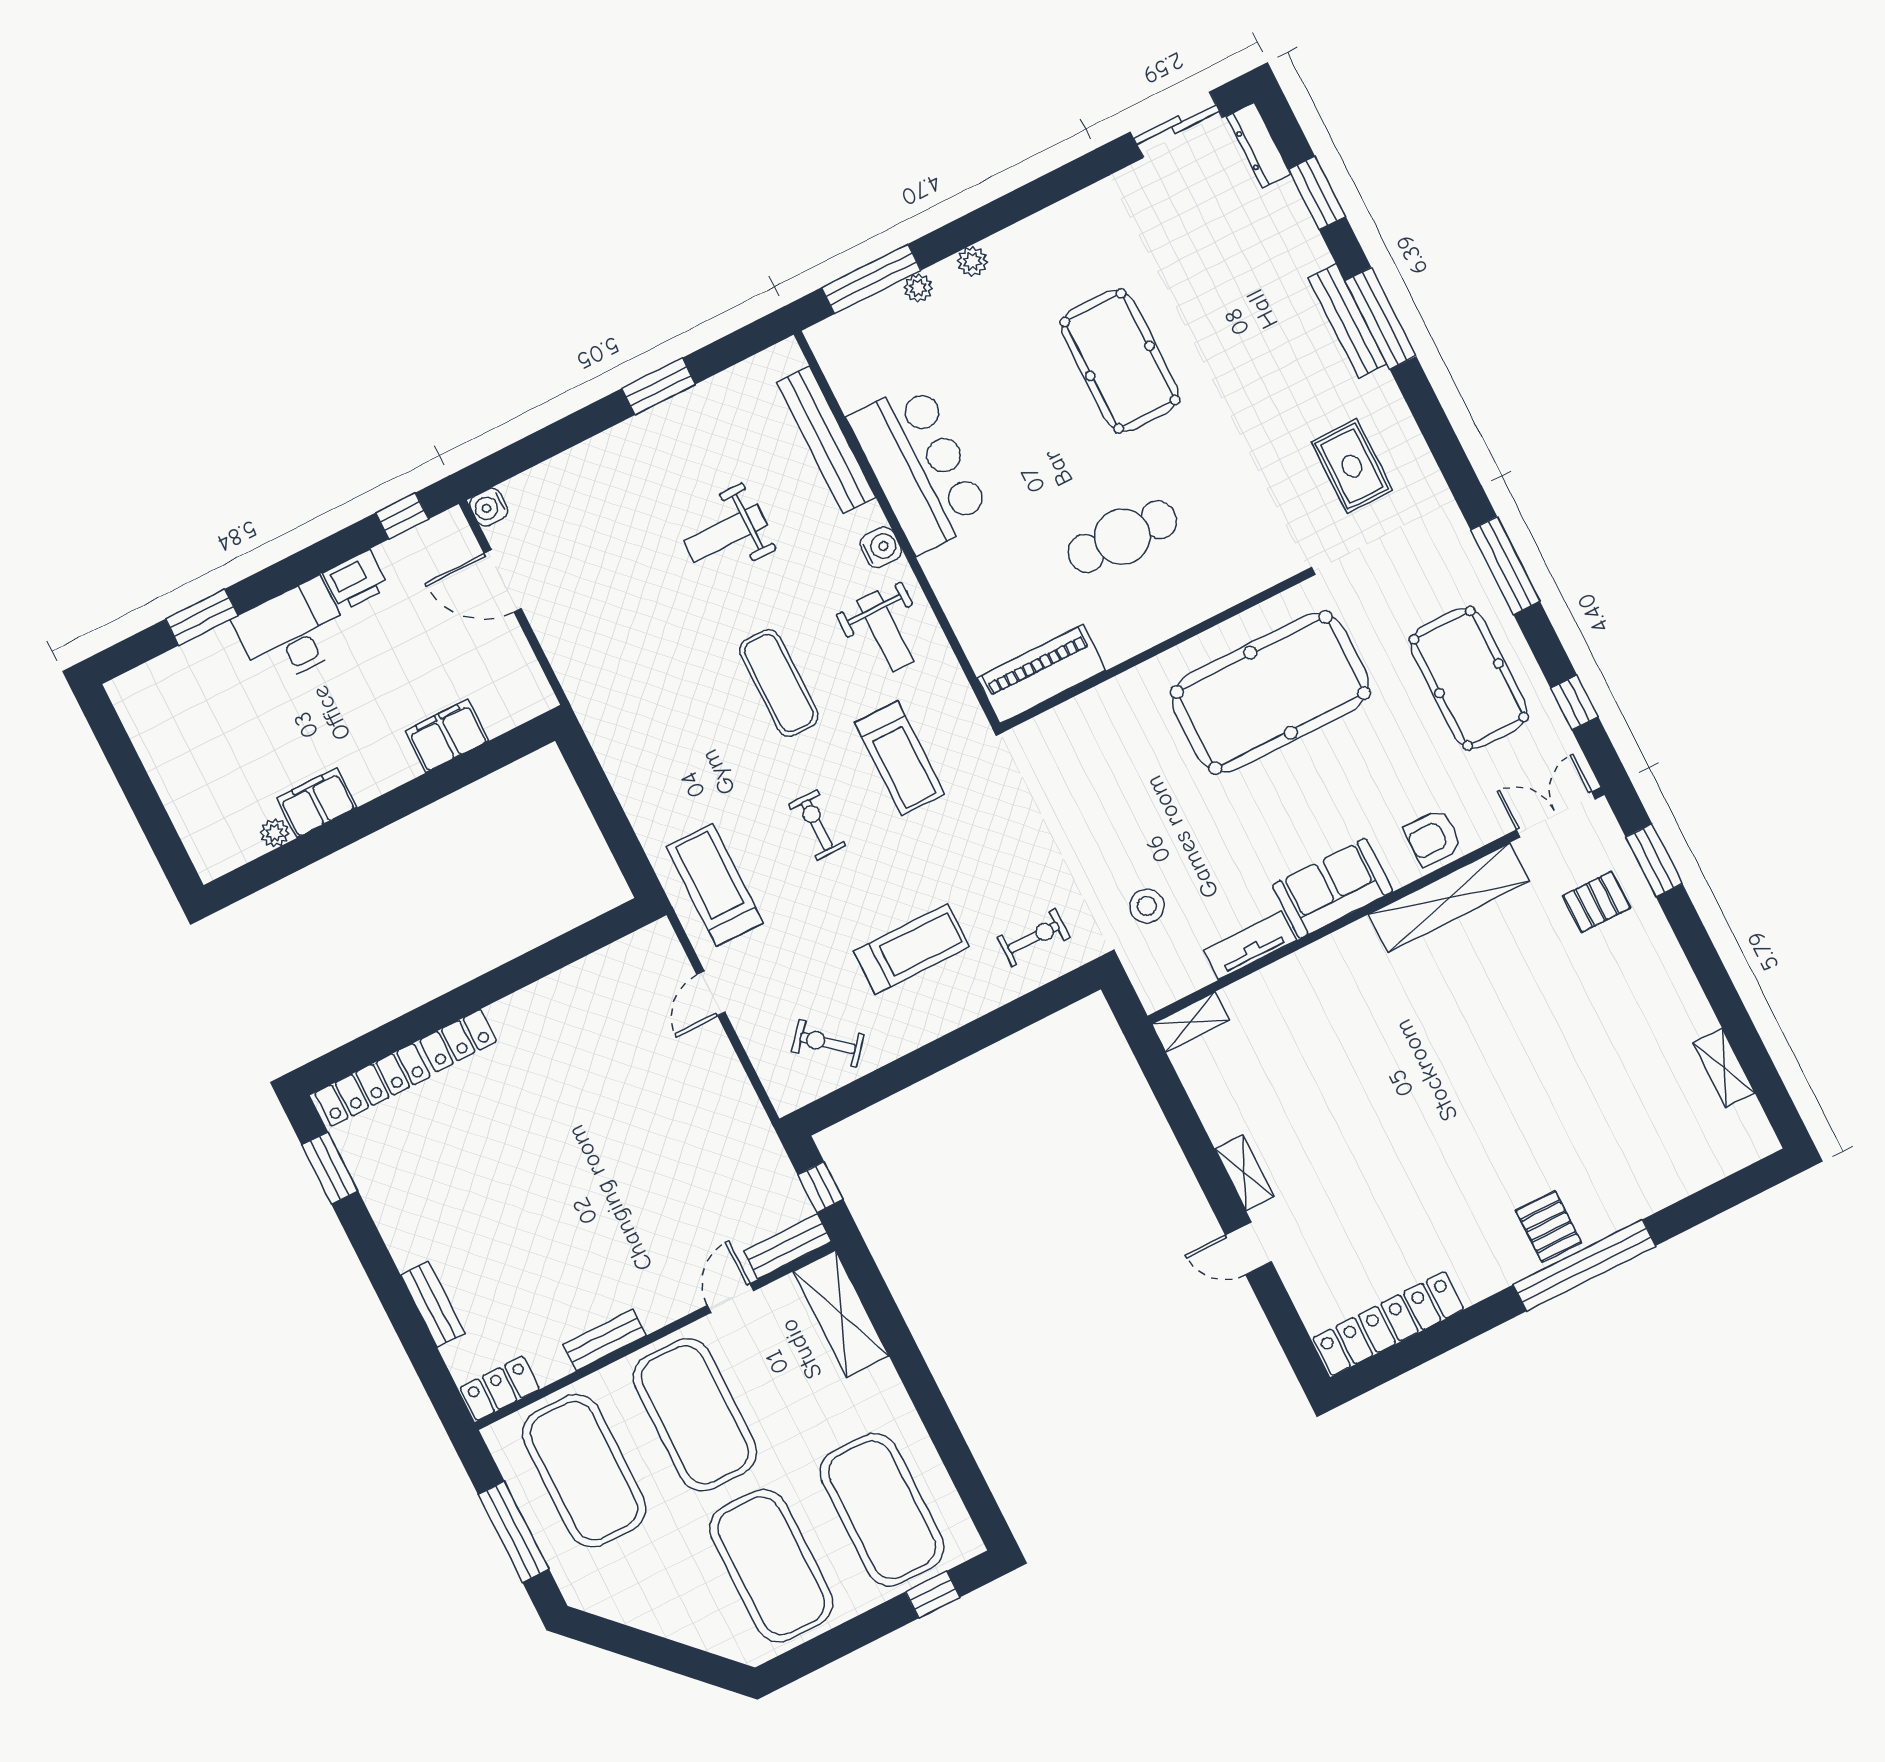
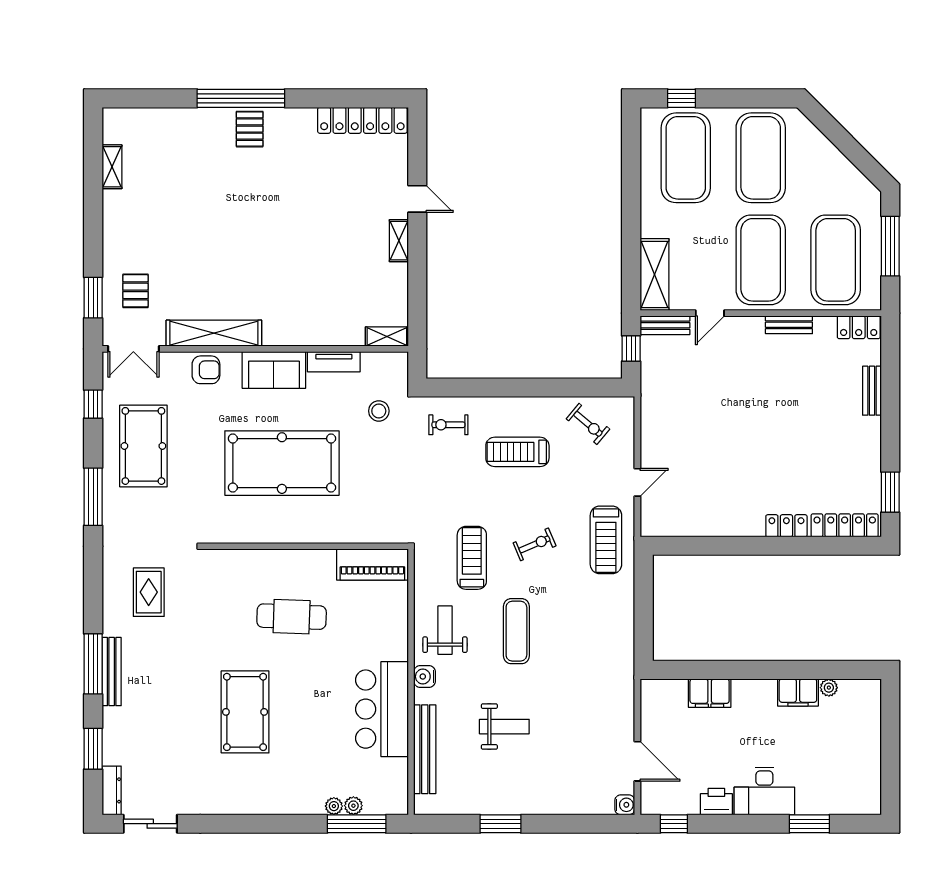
plant: (972, 261) -> (353, 806), moved
pool table: (1270, 693) -> (282, 463), moved
exercise bike: (817, 825) -> (535, 544), turned -113
pallet: (1596, 902) -> (135, 291), turned 90

